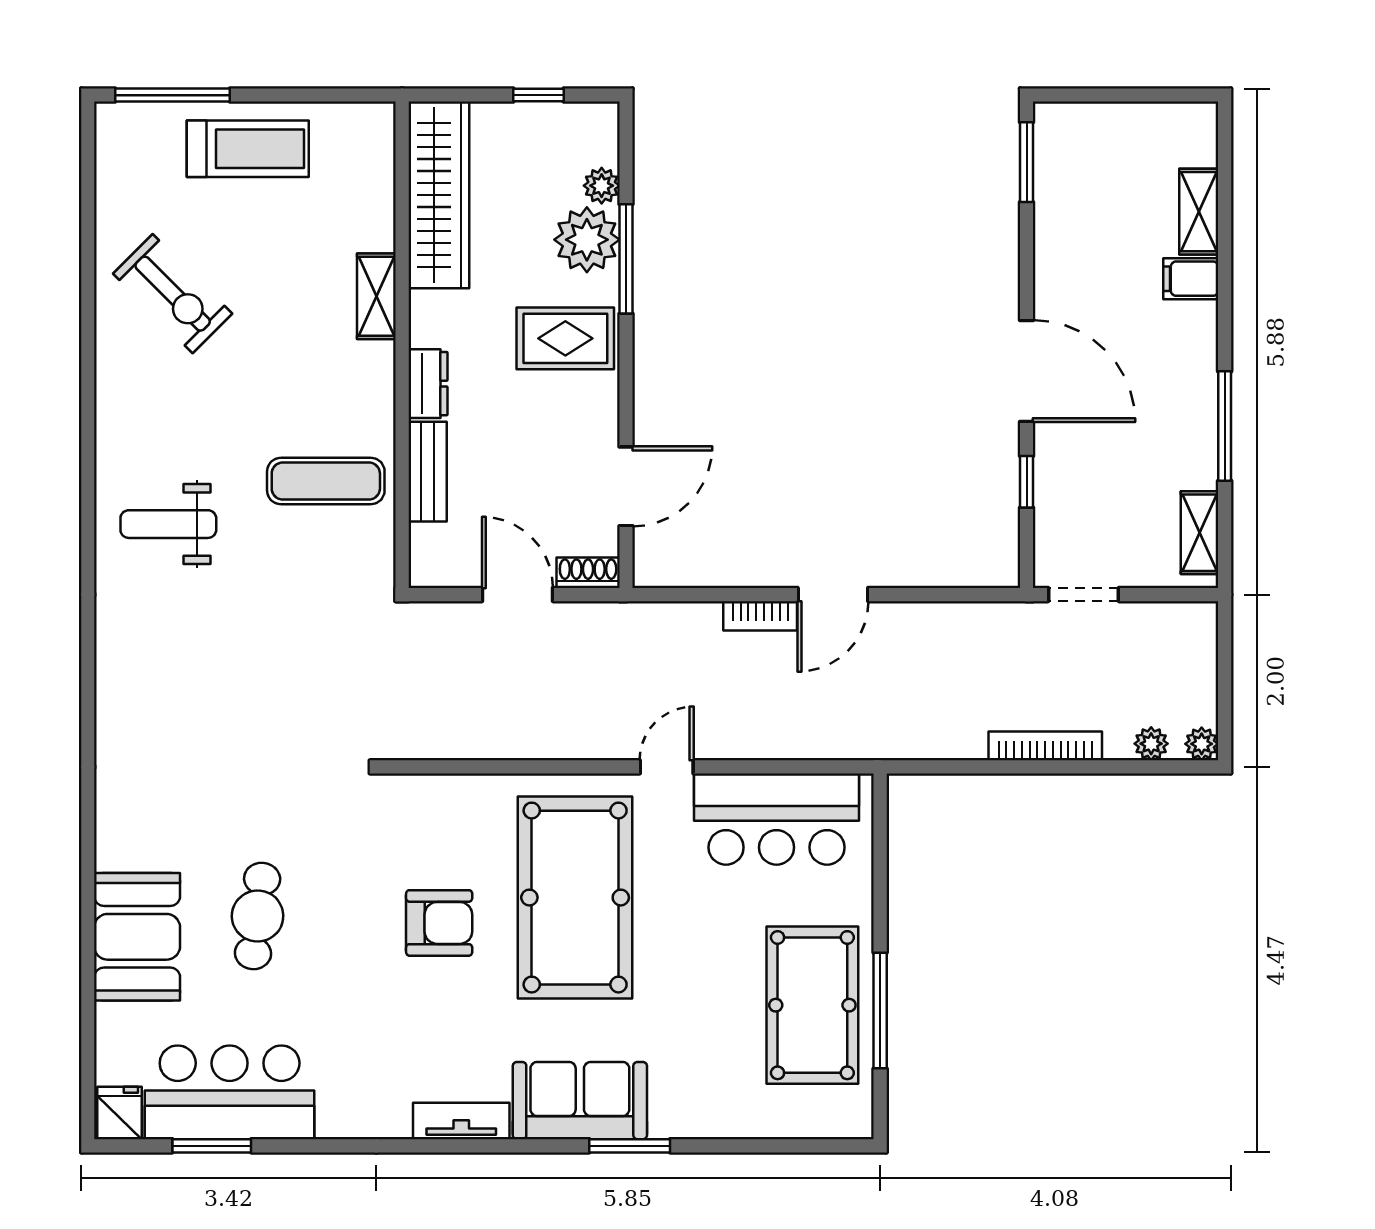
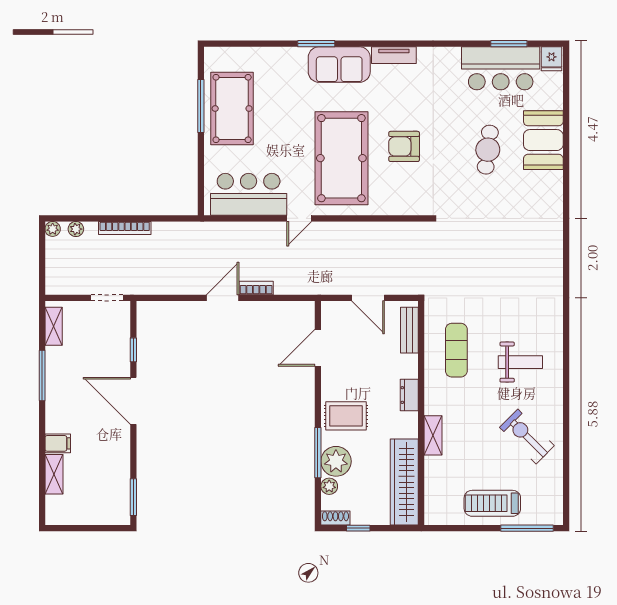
bench: (428, 472) -> (409, 330), moved
exercise mat: (326, 481) -> (456, 350), turned 90
weight bench: (168, 524) -> (520, 362), moved
shoe rack: (588, 573) -> (335, 518), moved, turned 180

